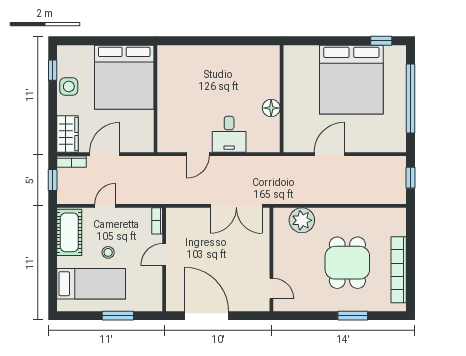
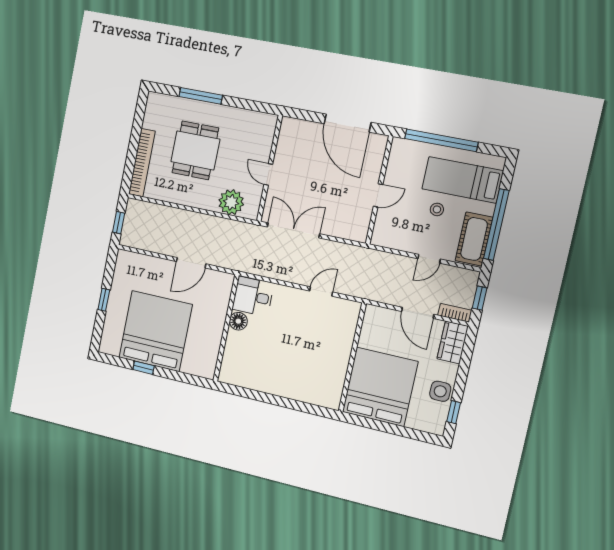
window: (381, 41) -> (143, 368), moved
window: (410, 98) -> (104, 300), width x0.32
desk: (229, 134) -> (253, 296), moved, turned -90
door: (105, 154) -> (418, 313), hinge flipped
bookcase: (157, 221) -> (378, 232), removed
window: (53, 250) -> (496, 224), added
bookcase: (399, 270) -> (142, 163), moved
door: (271, 289) -> (268, 174), moved
window: (118, 316) -> (441, 140), width x2.11
window: (353, 316) -> (201, 96), width x1.44

